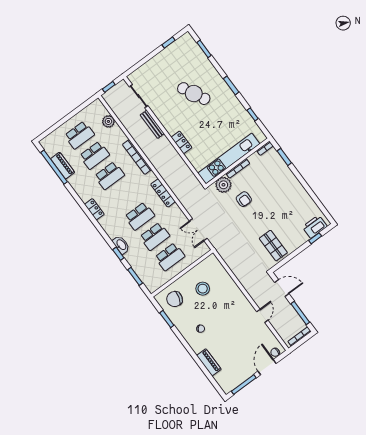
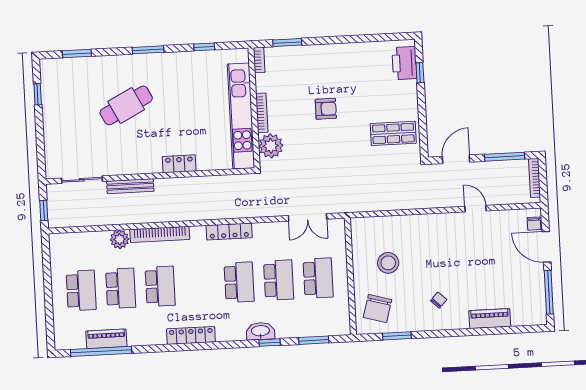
plant: (108, 121) -> (120, 239), moved
armchair: (244, 199) -> (326, 109), moved
locker: (94, 209) -> (191, 335), width x1.53

